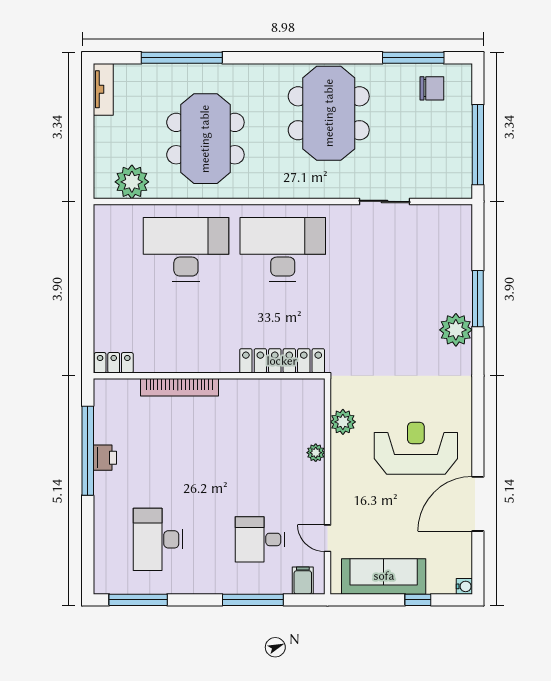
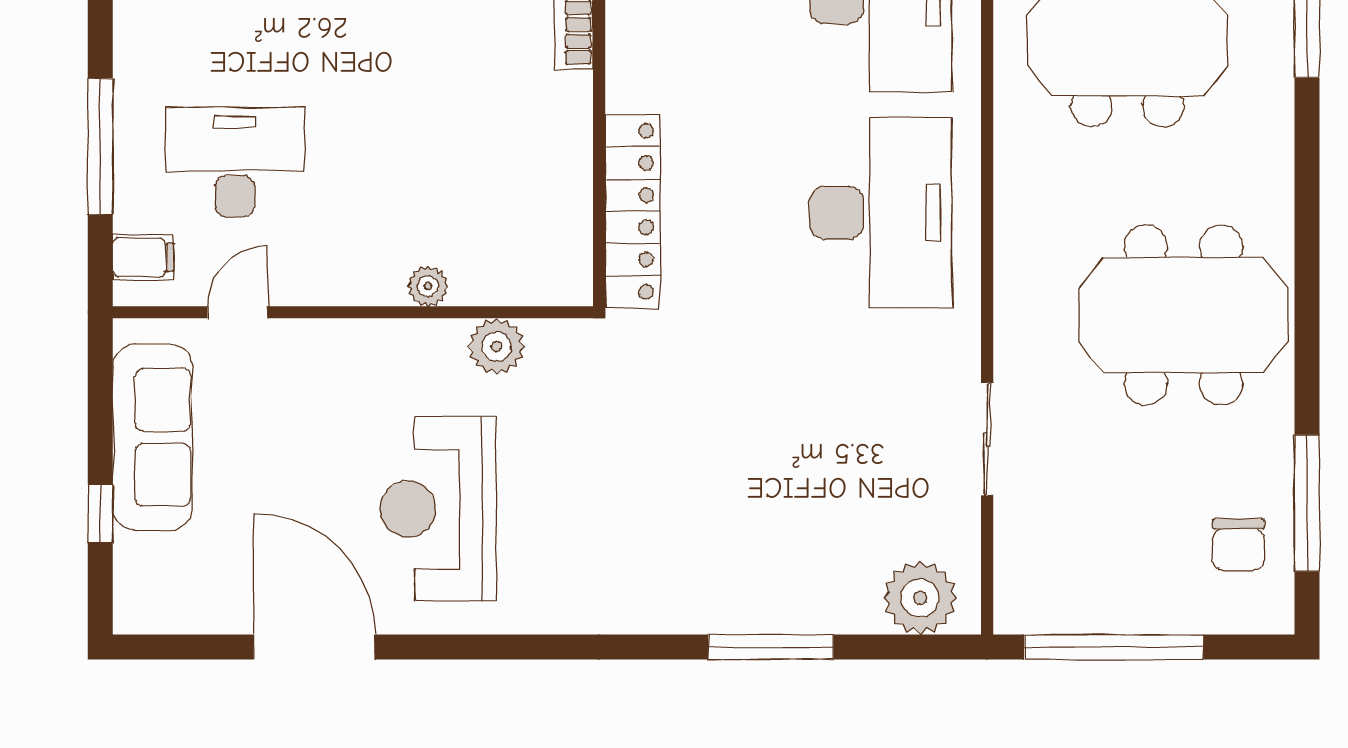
plant: (456, 330) -> (920, 598), moved
reception desk: (416, 448) -> (438, 509), turned 180
desk: (260, 539) -> (235, 162), width x1.37
water cooler: (464, 586) -> (130, 617), removed

